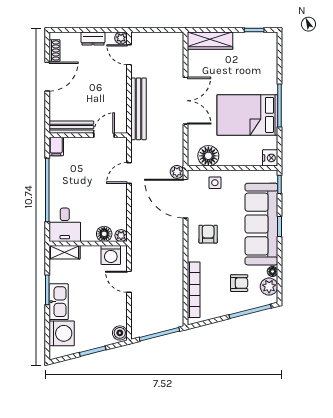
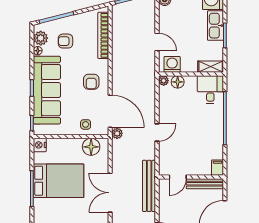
bench: (71, 127) -> (205, 184), moved
wall: (88, 135) -> (191, 177), moved
door: (104, 135) -> (178, 177), moved
filing cabinet: (56, 146) -> (217, 168), moved

